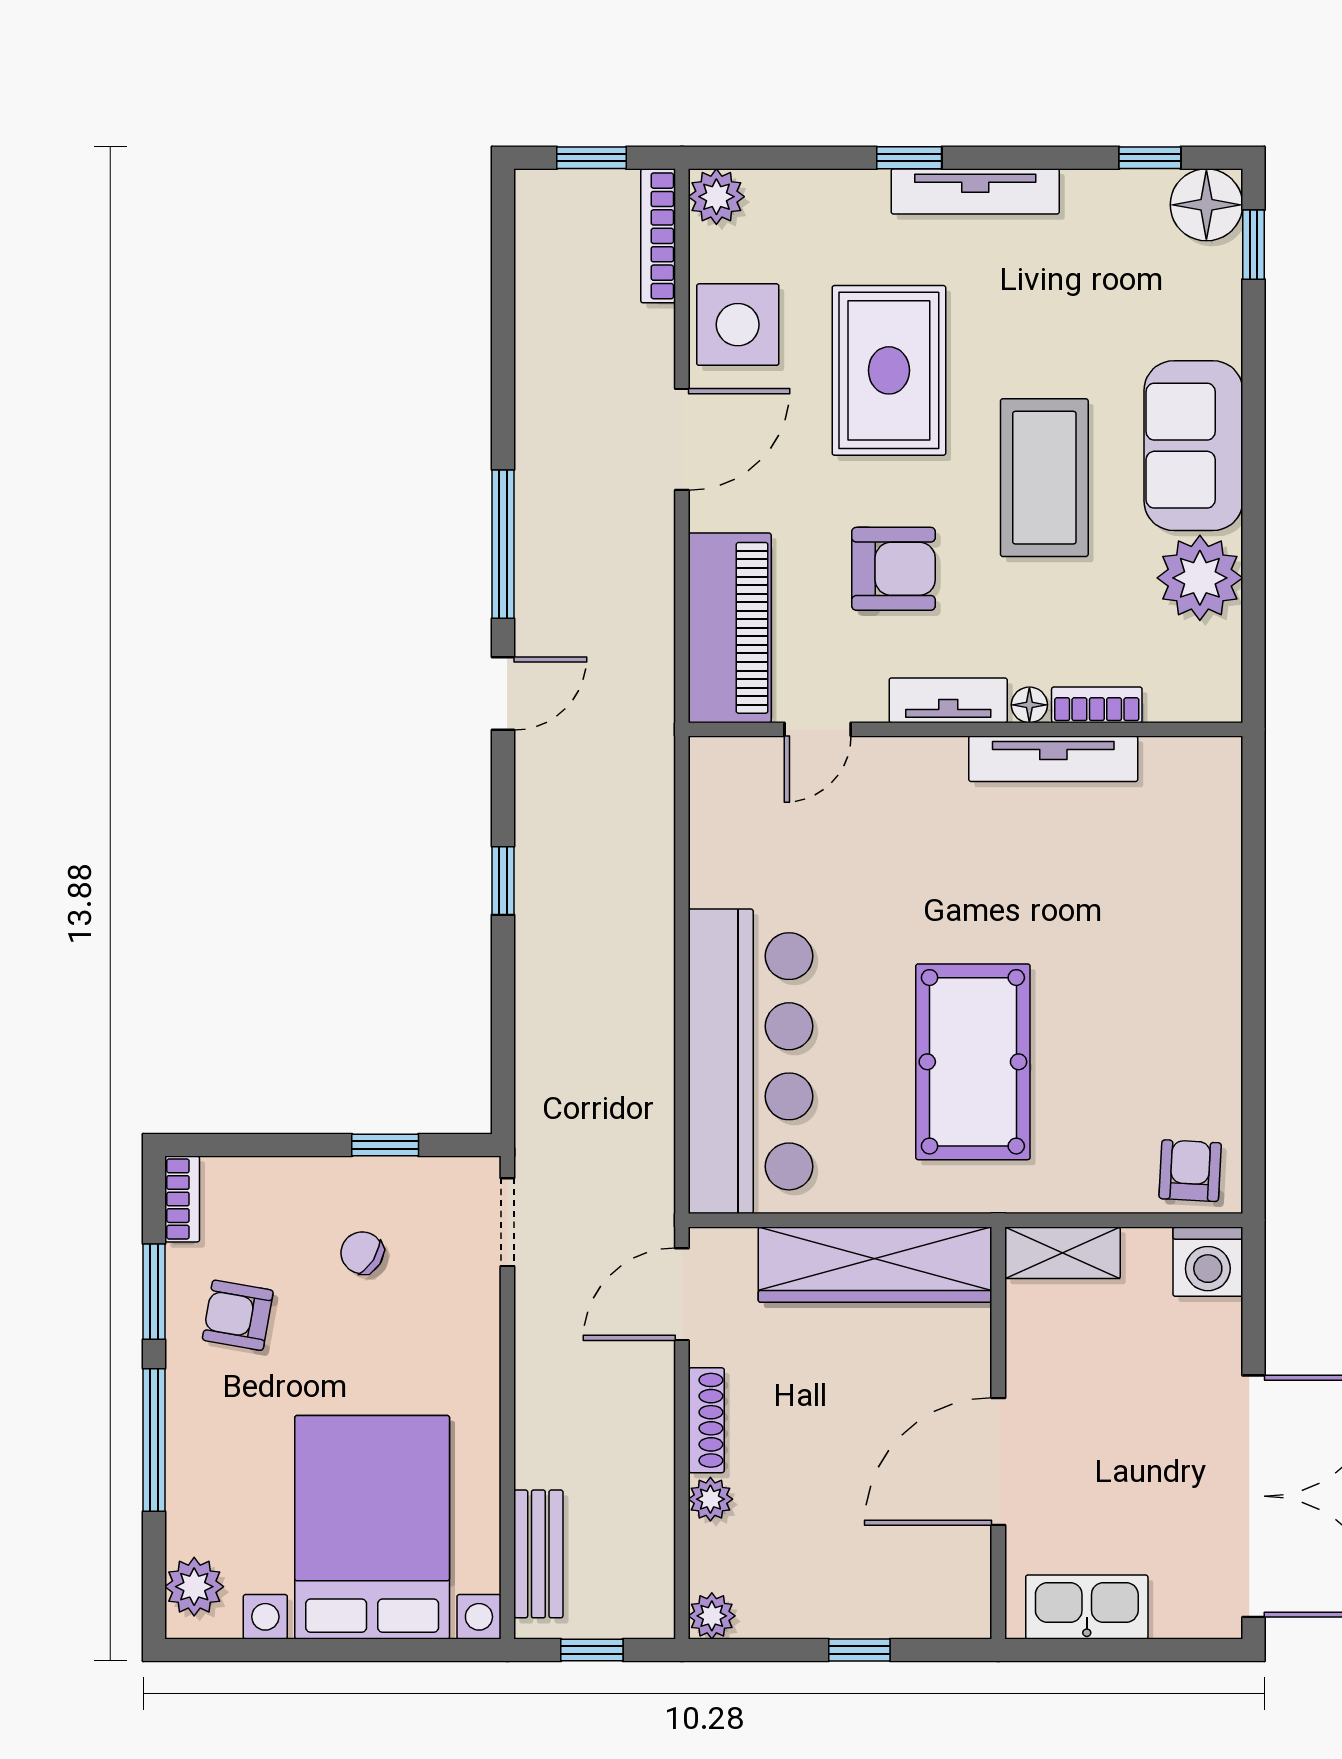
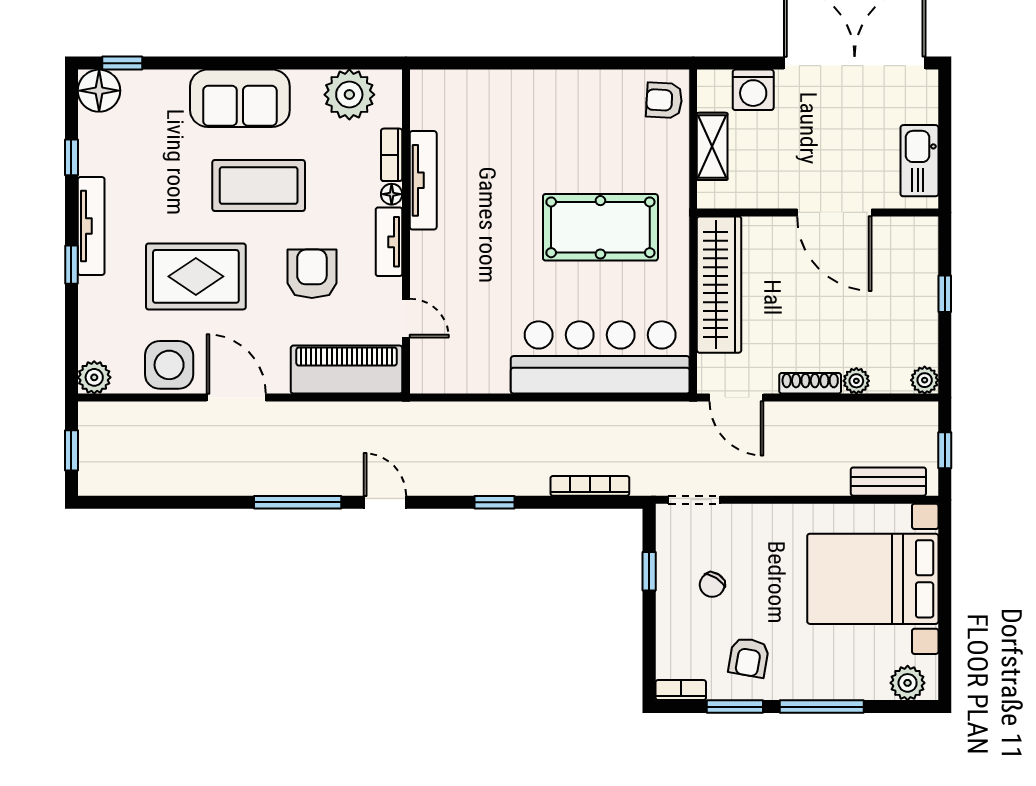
window: (1150, 158) -> (71, 157), moved
bookcase: (658, 236) -> (590, 486), moved, turned 180
plant: (1200, 578) -> (349, 95), moved
shelving: (1062, 1253) -> (712, 146), moved
washing machine: (1208, 1262) -> (753, 90), moved, turned 90

